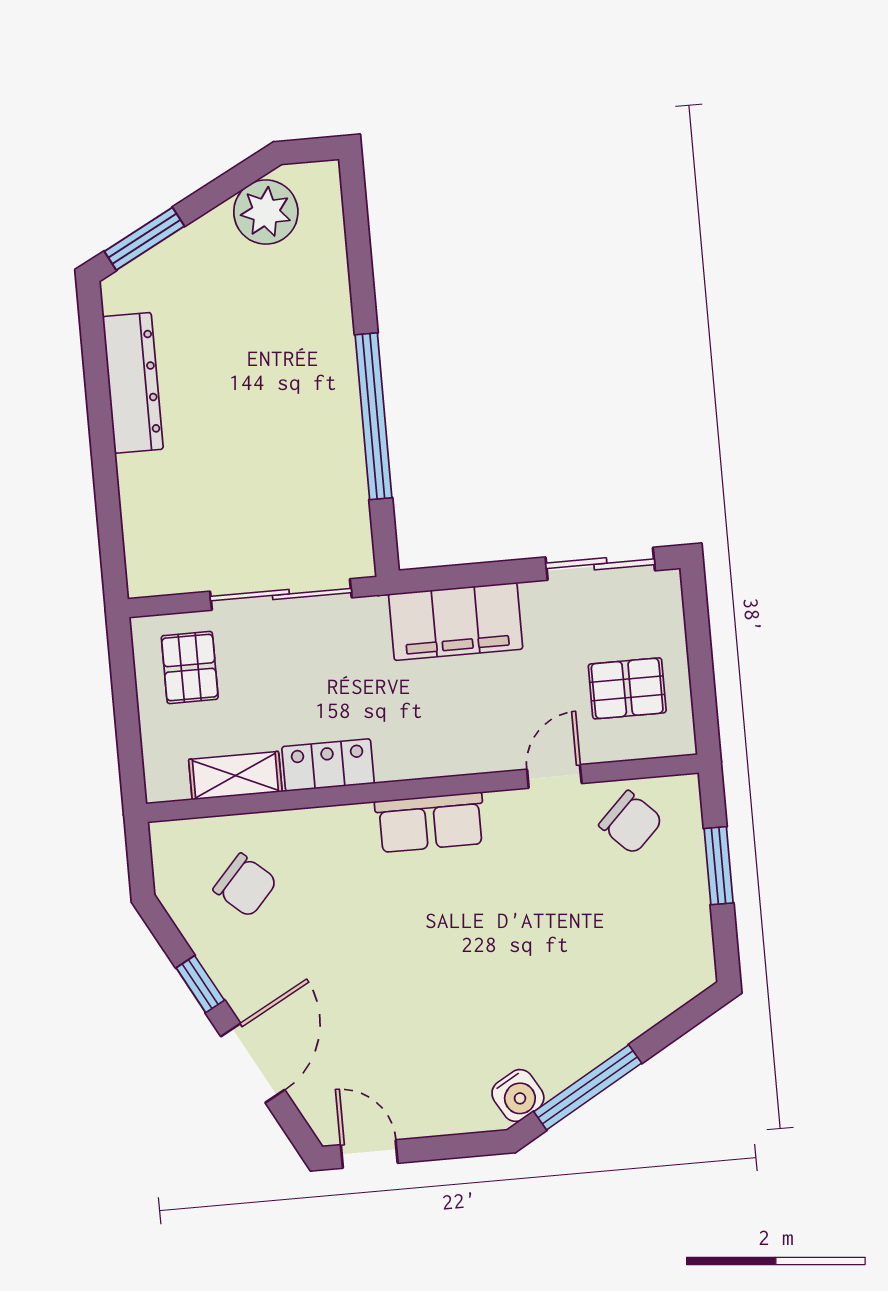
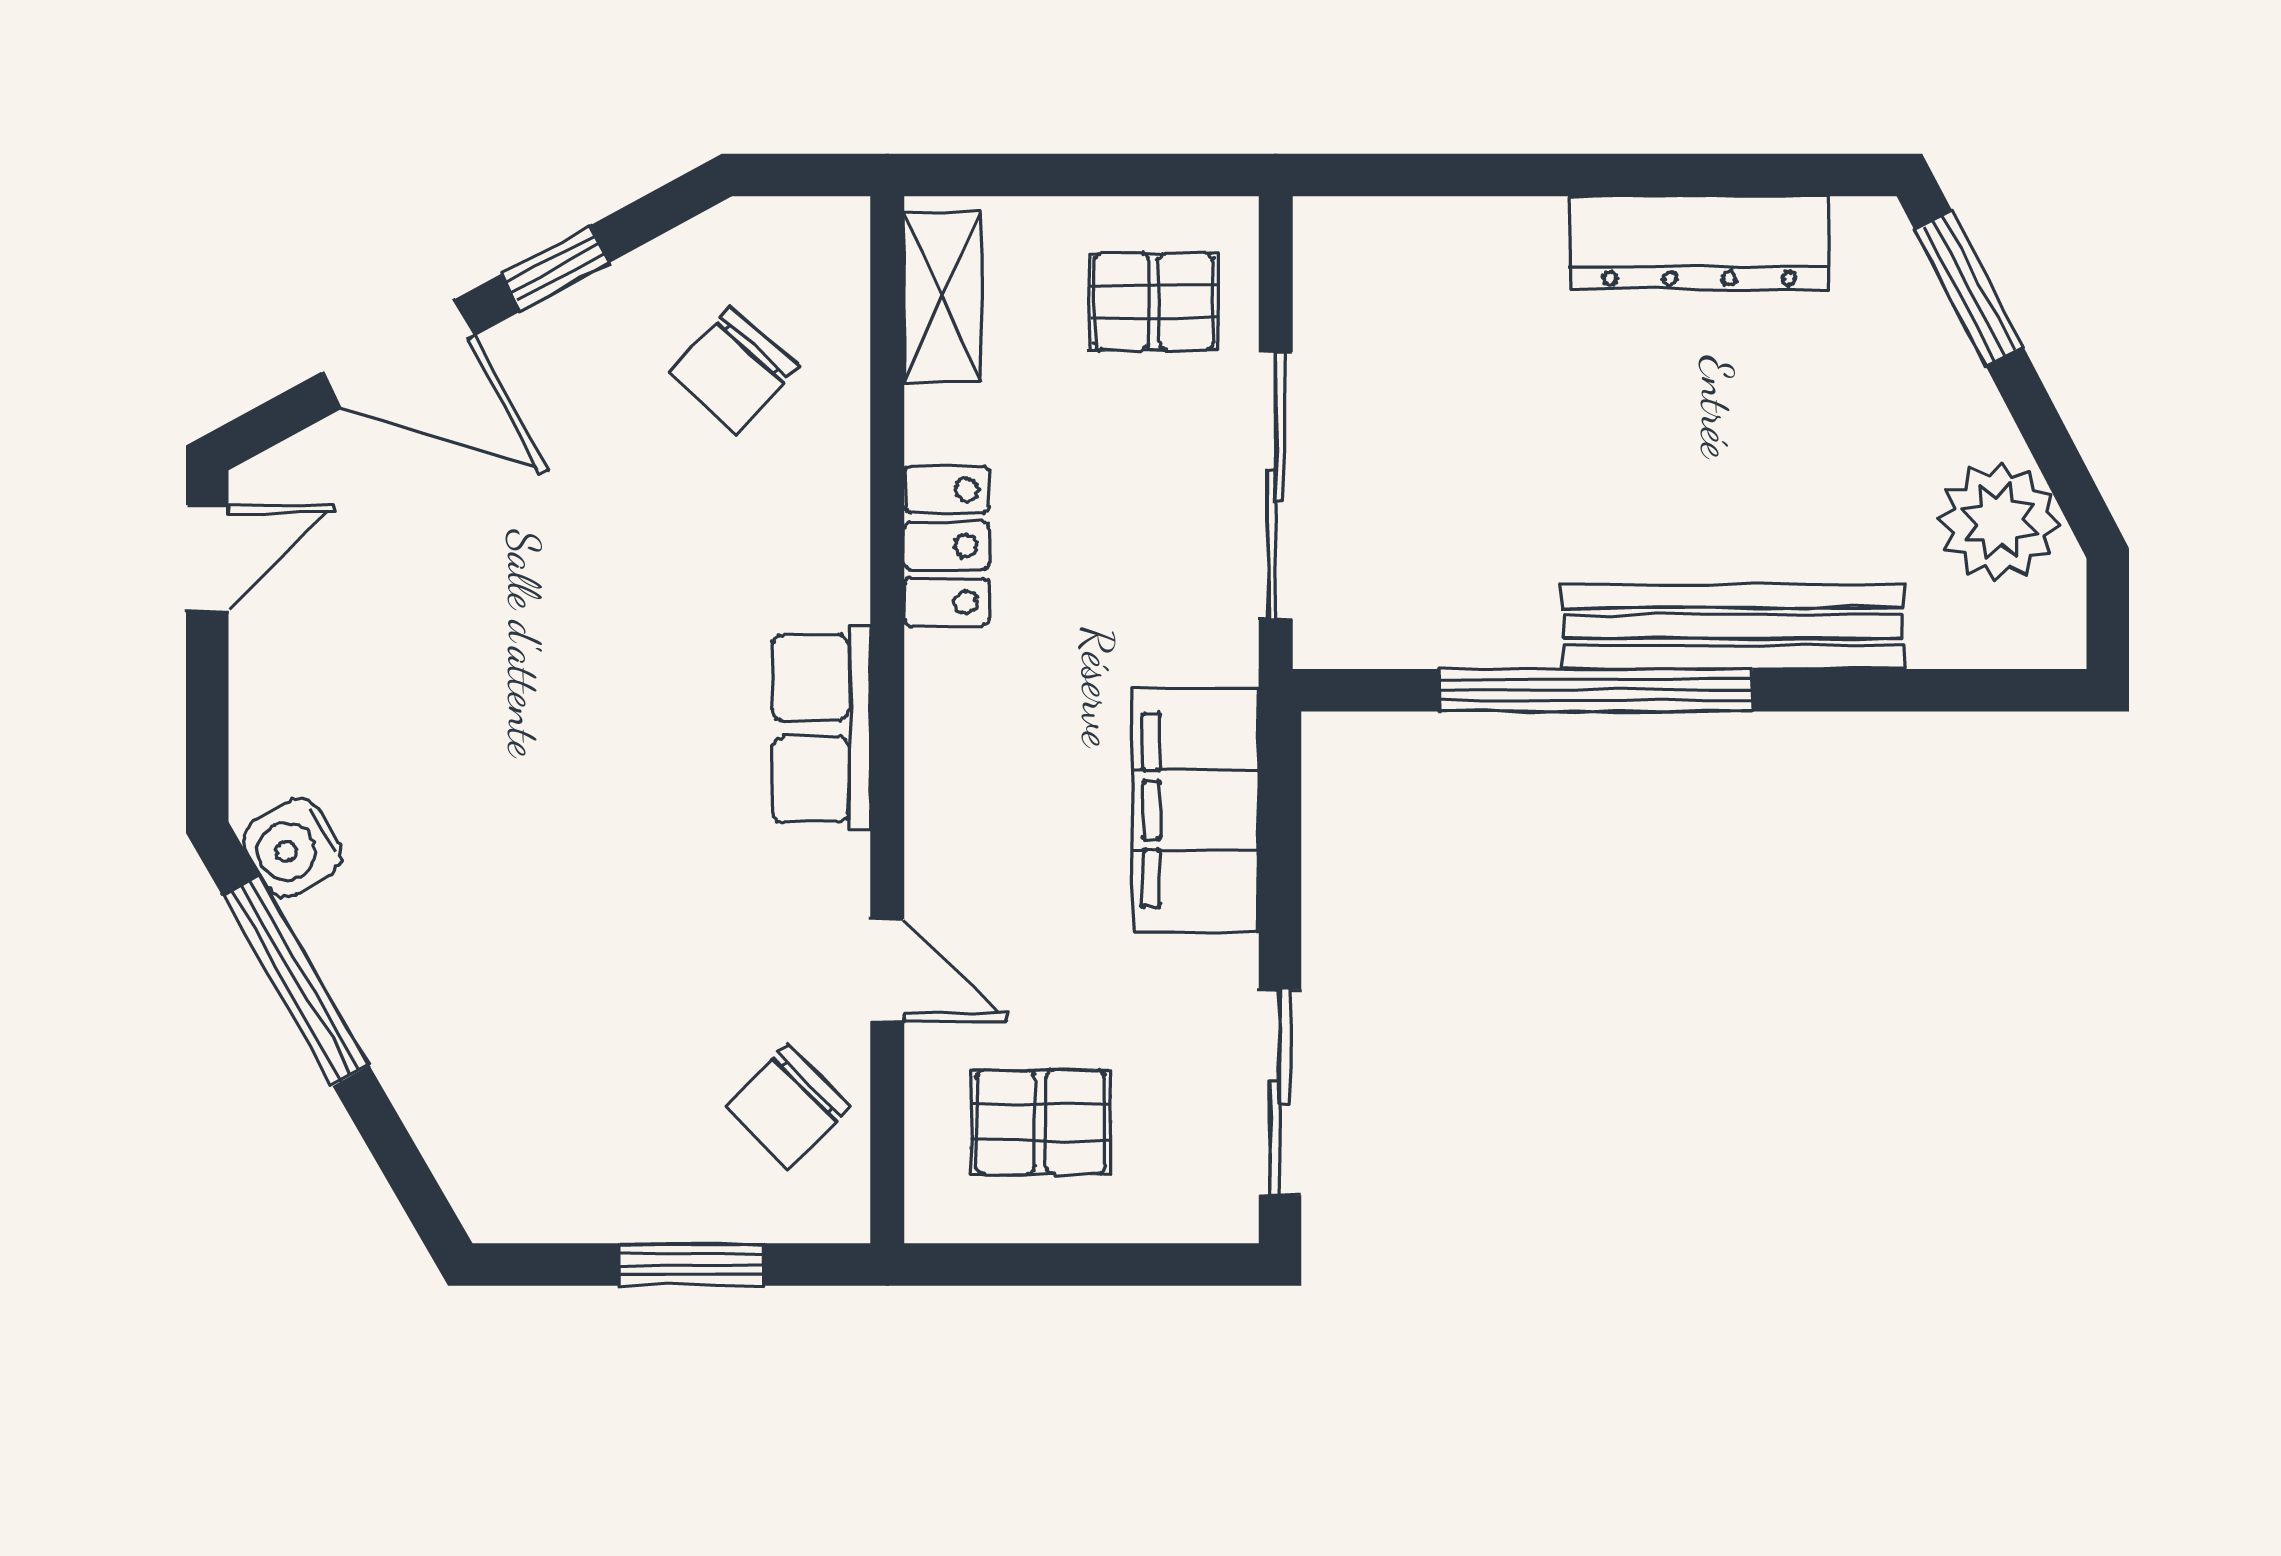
bench: (334, 347) -> (1733, 627), added
pallet: (627, 688) -> (1041, 1122), turned 90
shelving: (235, 776) -> (943, 297), moved

